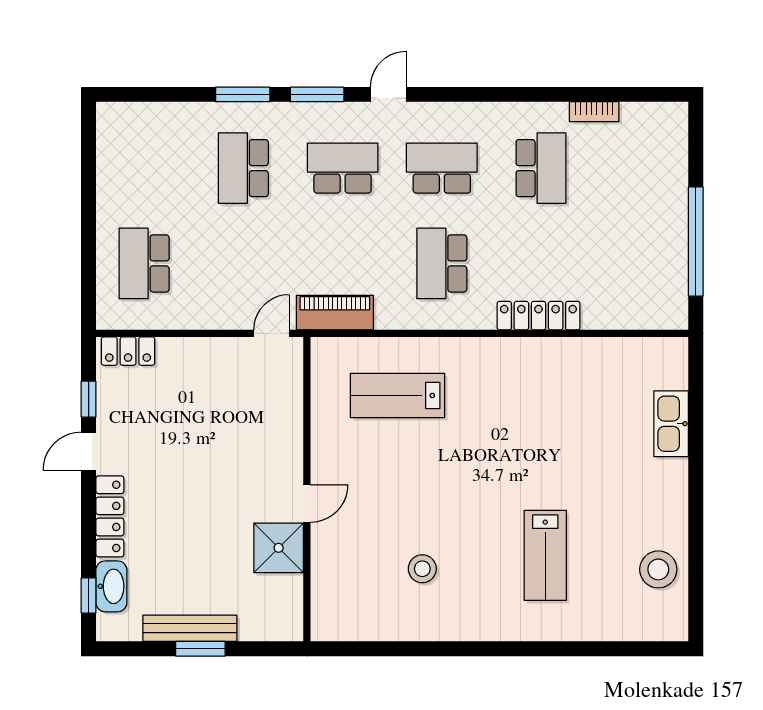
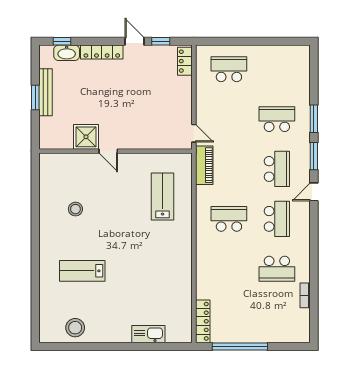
door: (388, 94) -> (314, 192), swing flipped
locker: (538, 316) -> (203, 321), moved

